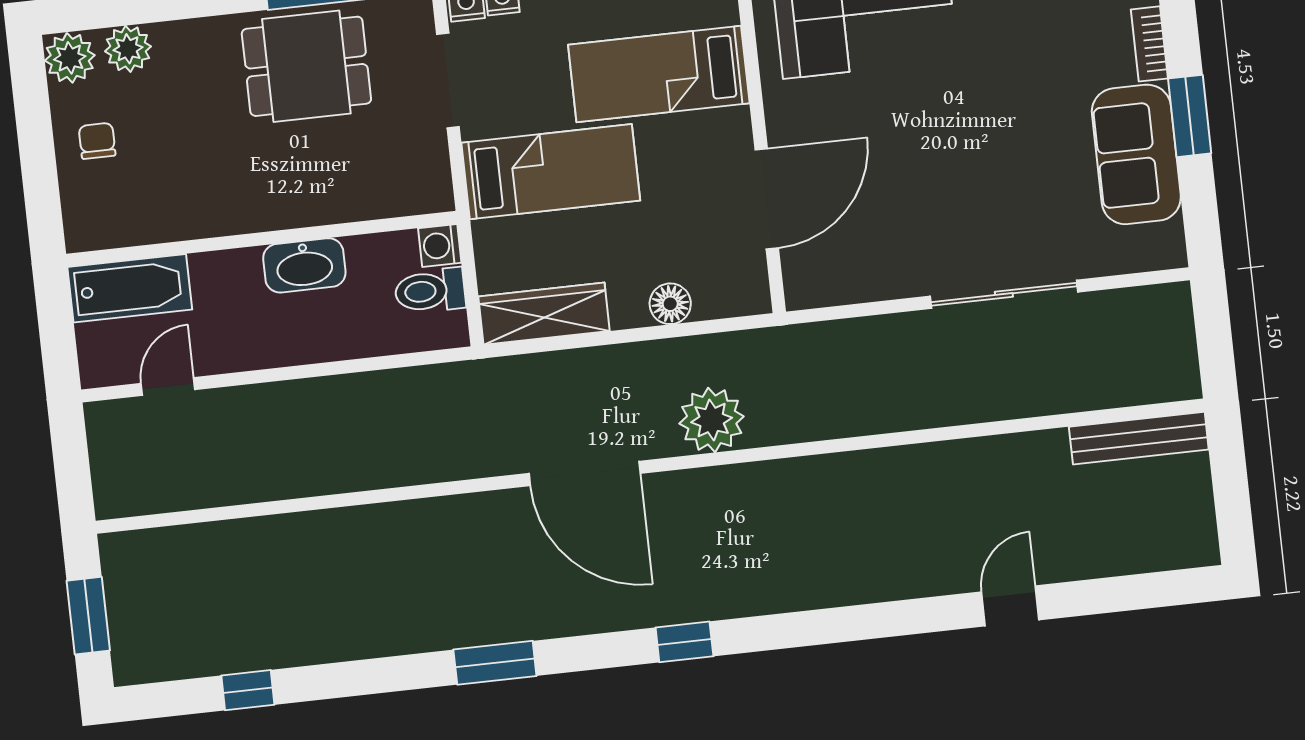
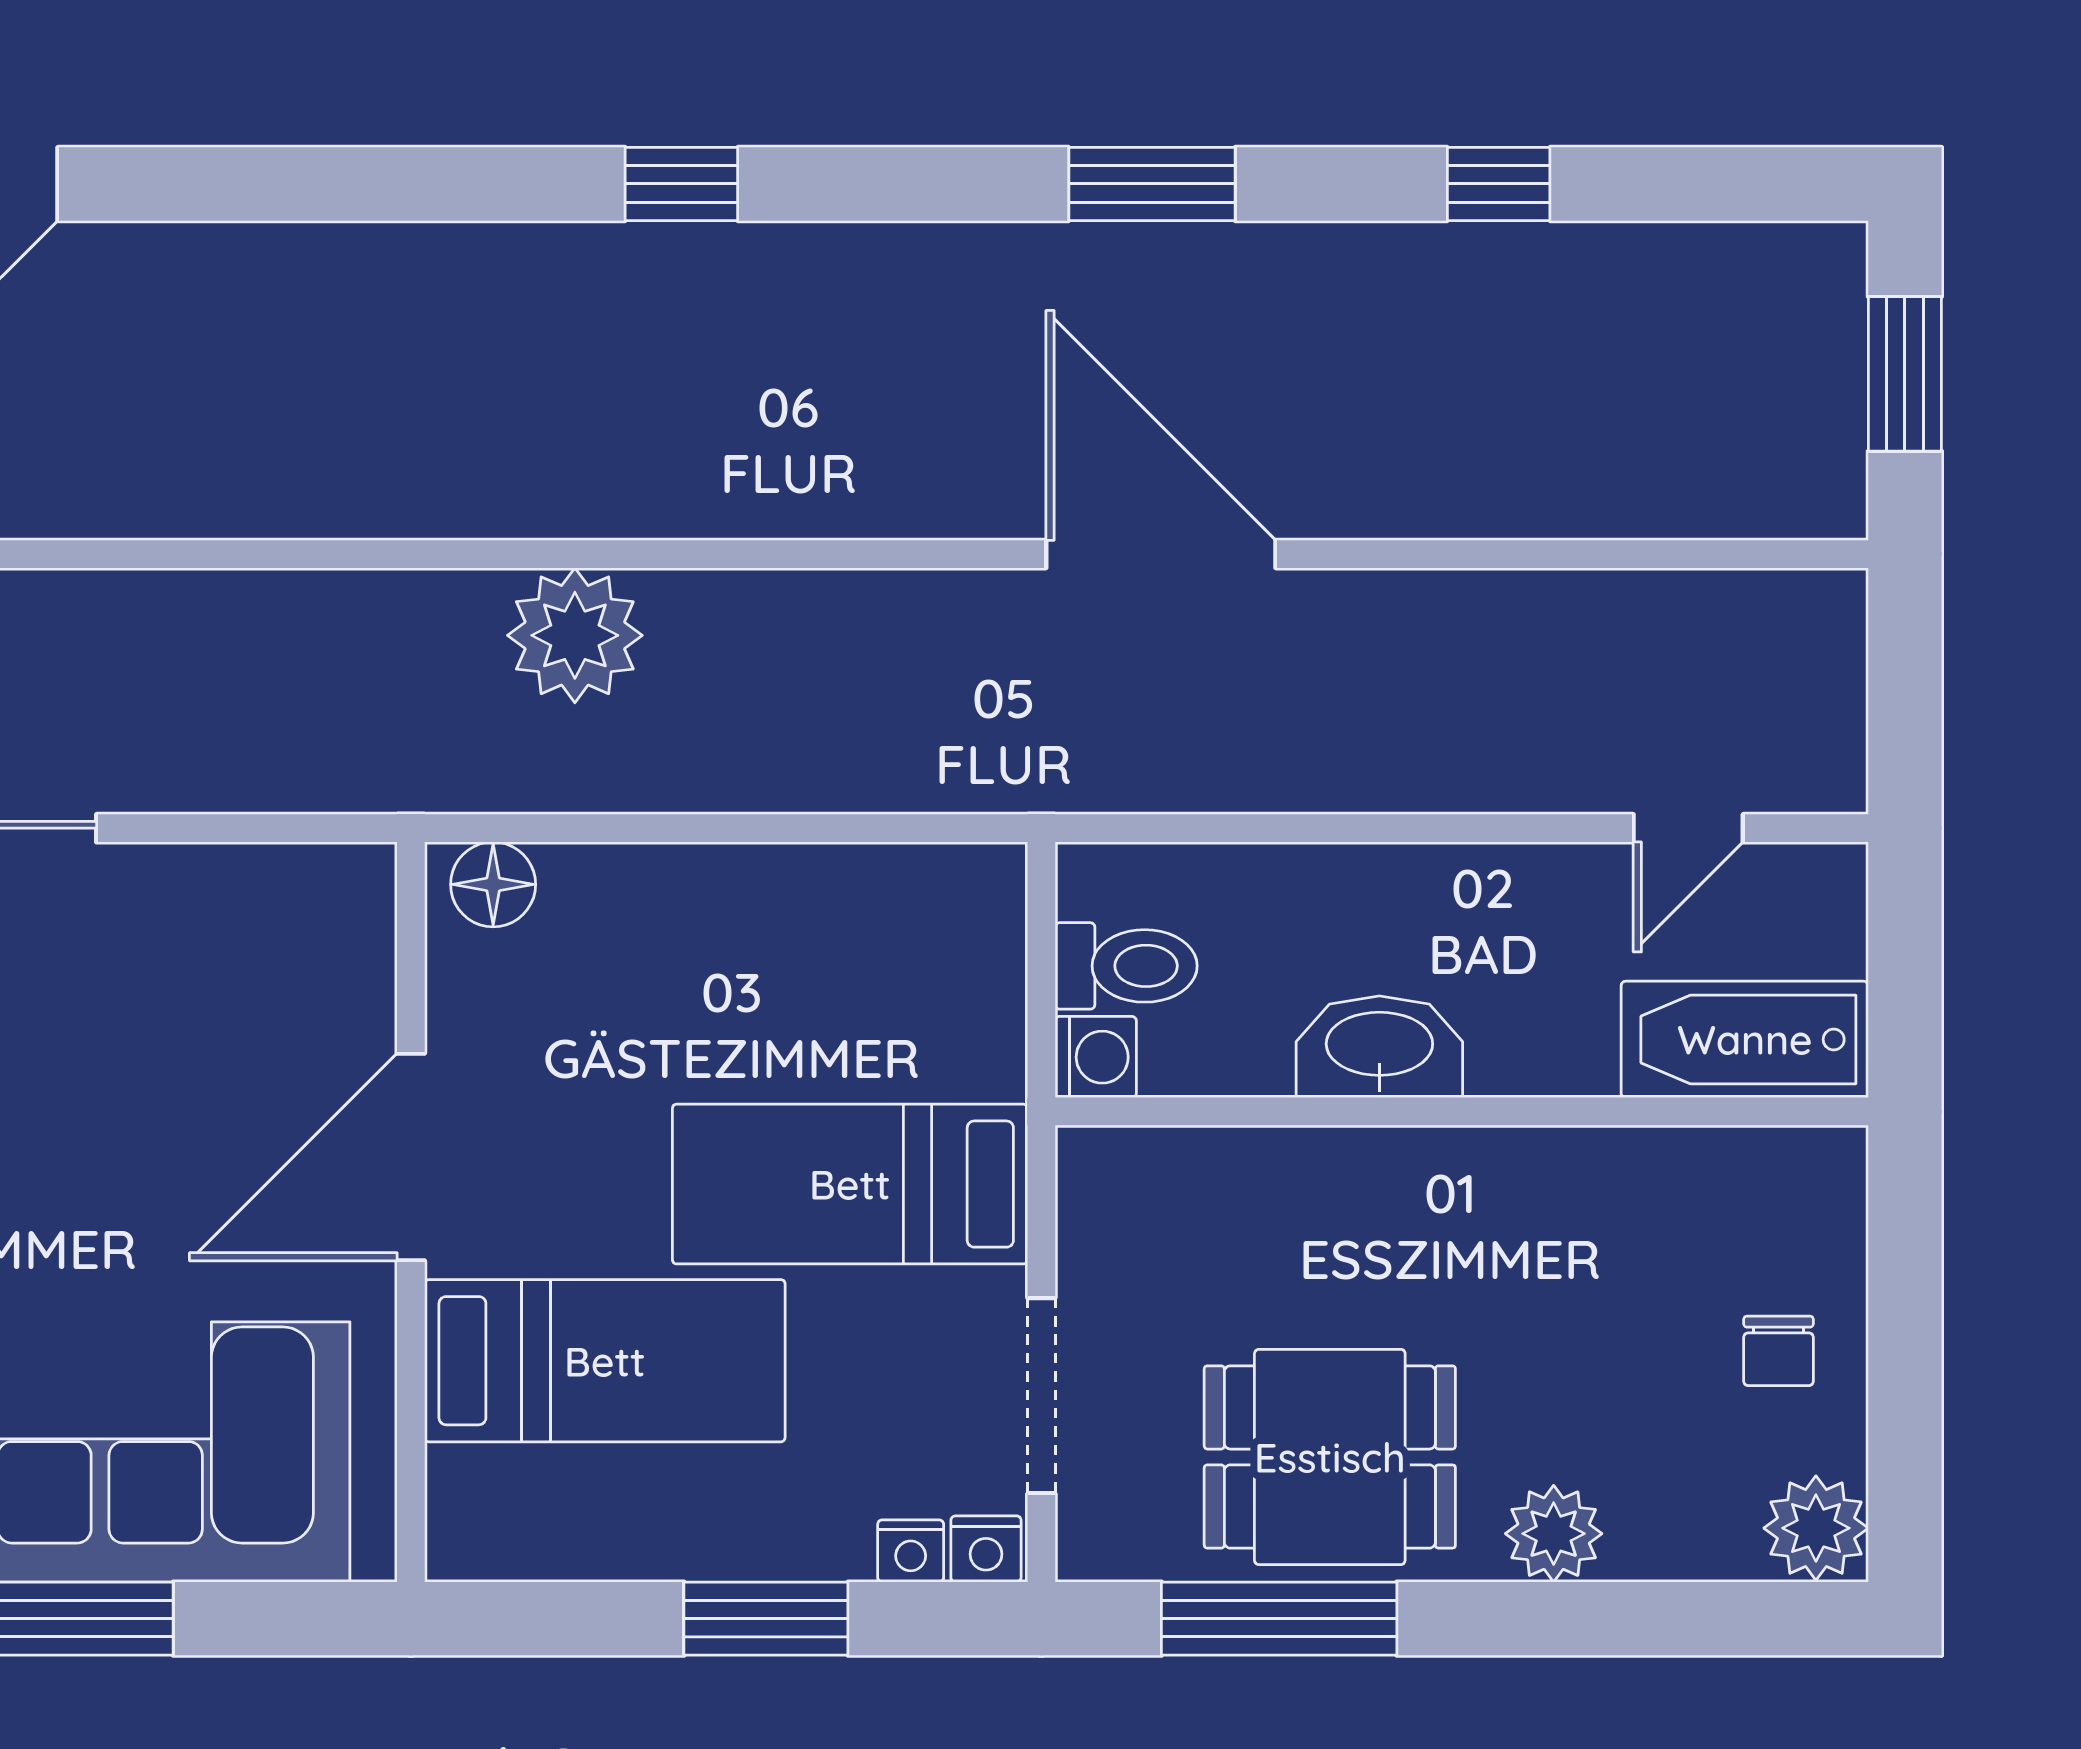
plant: (128, 49) -> (1554, 1534), moved
door: (767, 199) -> (411, 1157), moved
floor lamp: (670, 304) -> (493, 884), moved
wardrobe: (544, 314) -> (896, 893), removed
door: (585, 473) -> (1161, 554), moved
window: (495, 663) -> (1152, 184), moved
window: (248, 690) -> (1499, 184), moved

